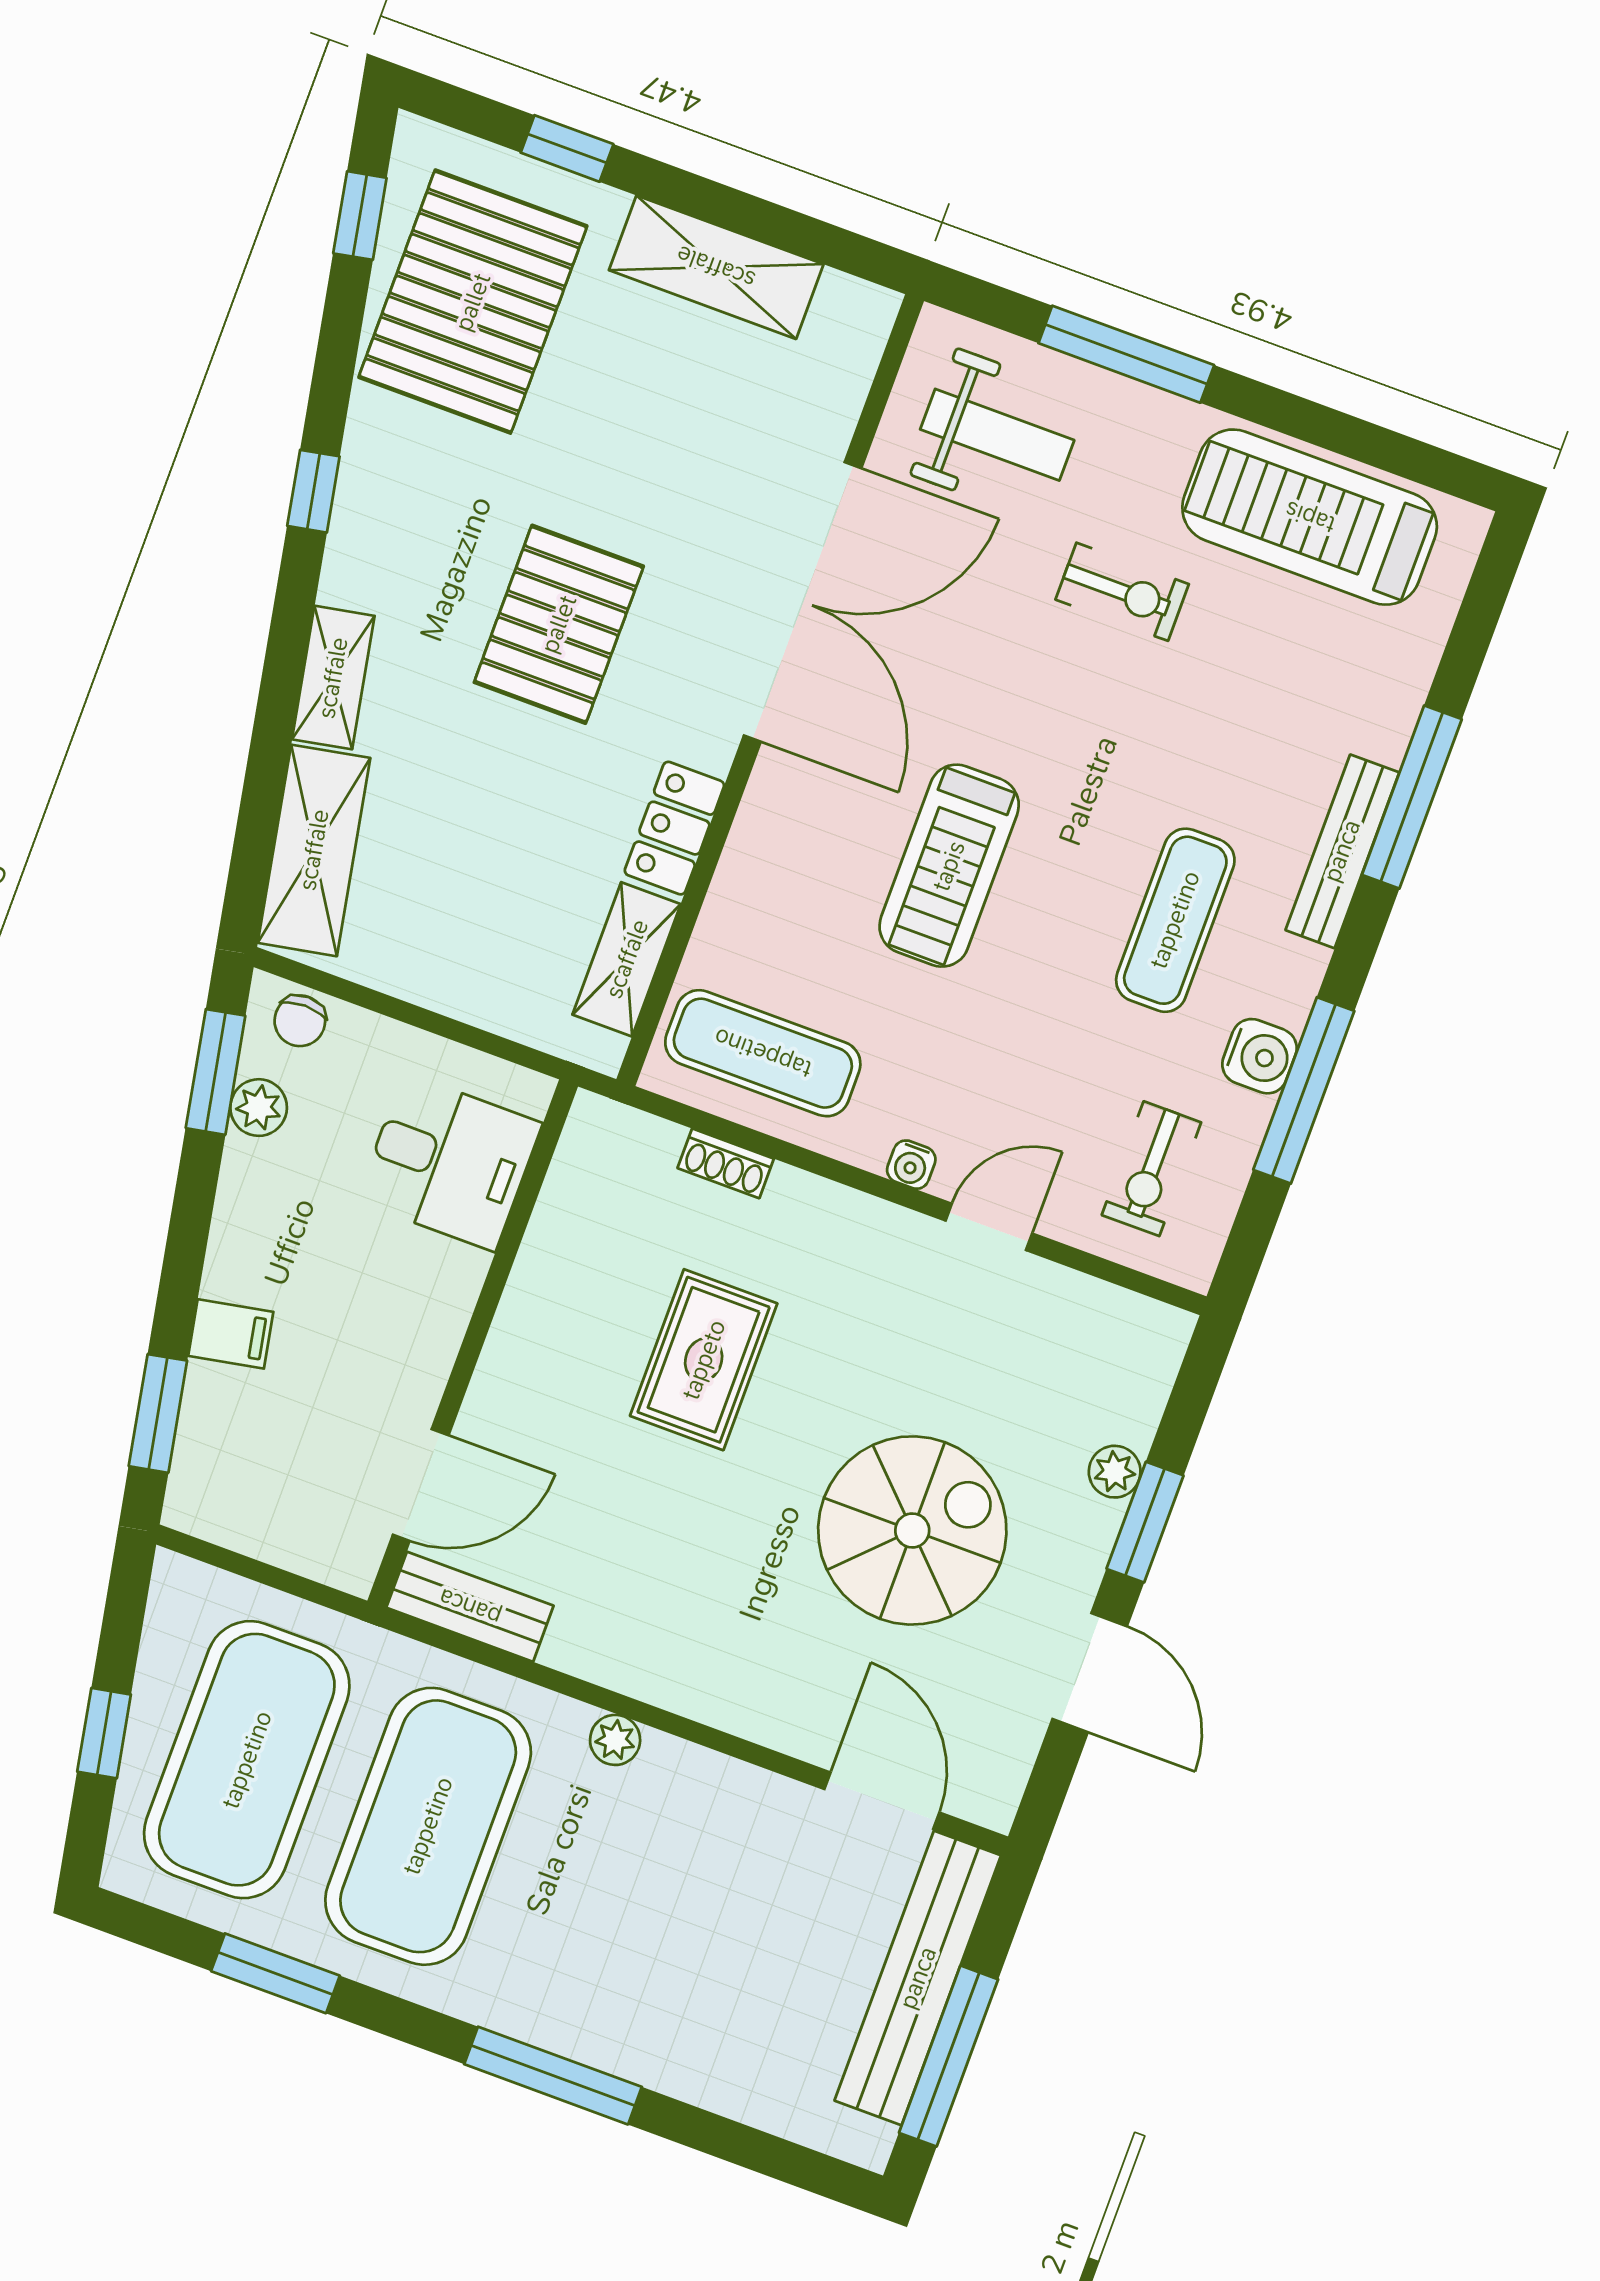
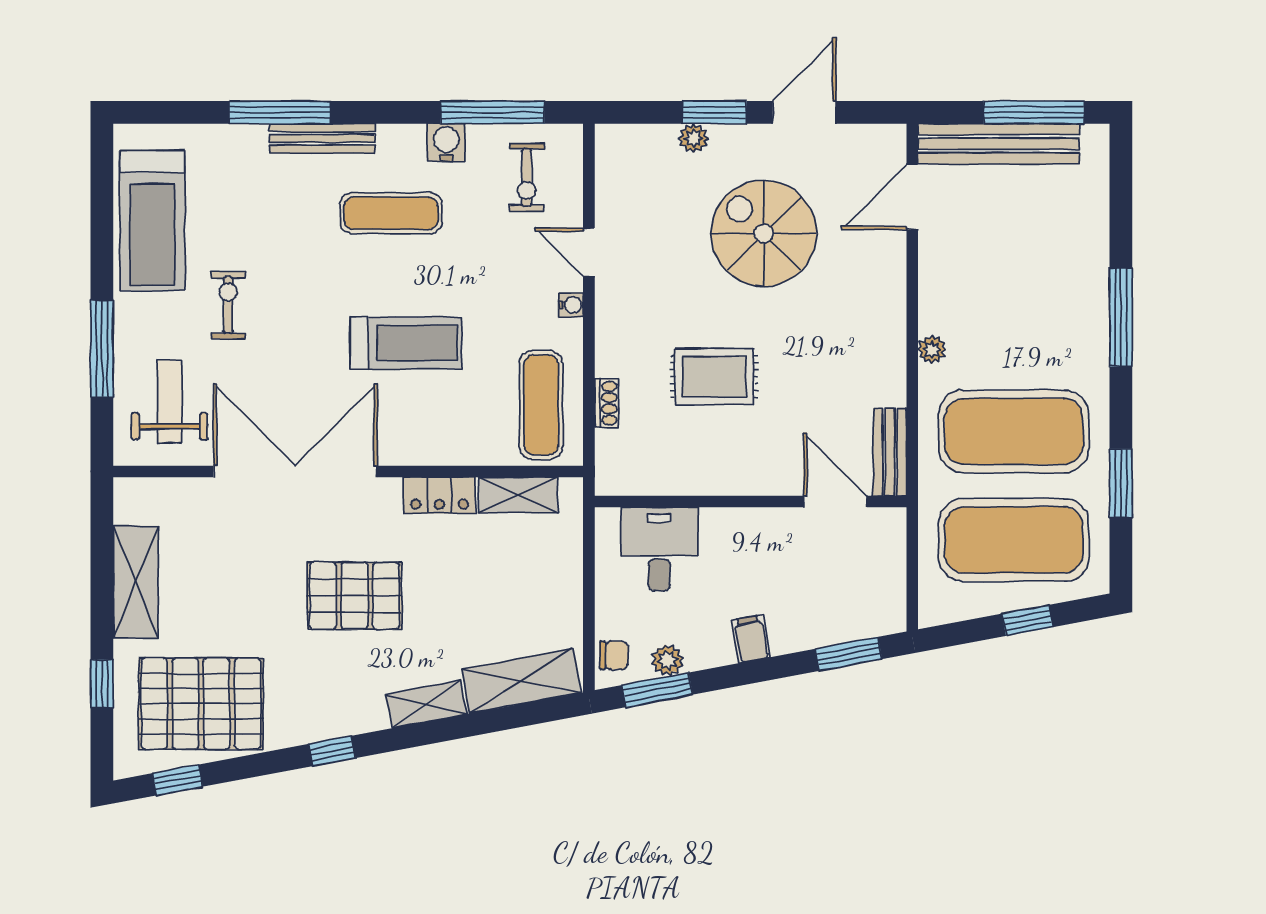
window: (1304, 1090) -> (492, 112), moved
exercise bike: (1151, 1169) -> (527, 178), turned 90
filing cabinet: (231, 1334) -> (751, 639), moved

